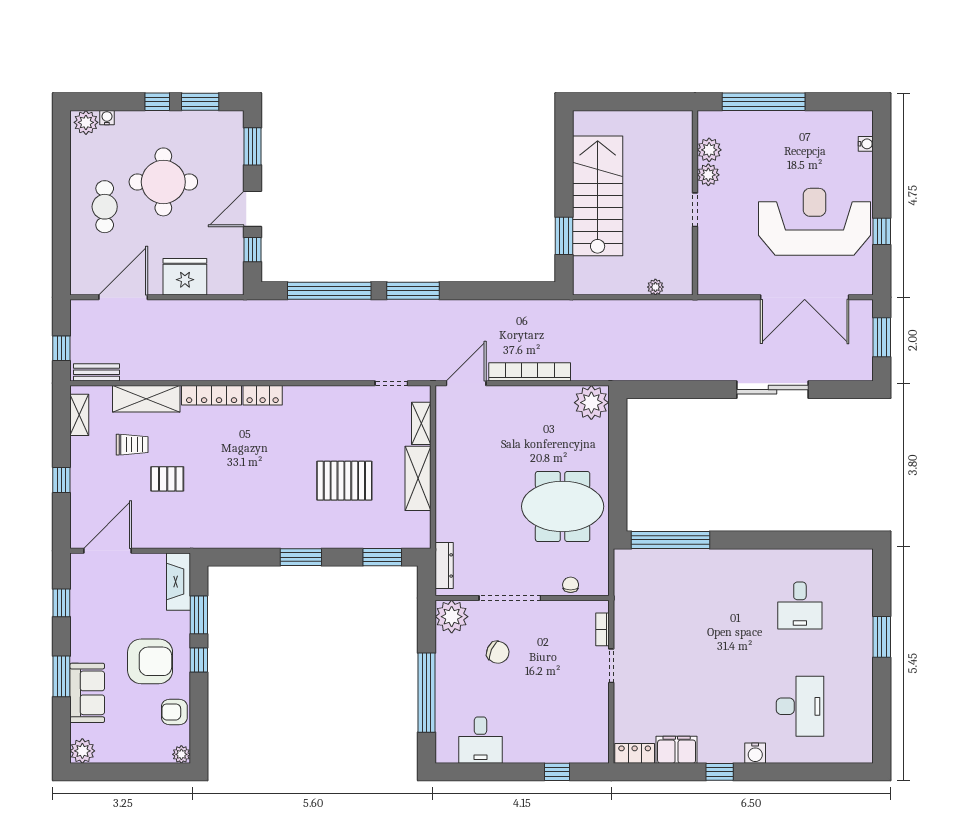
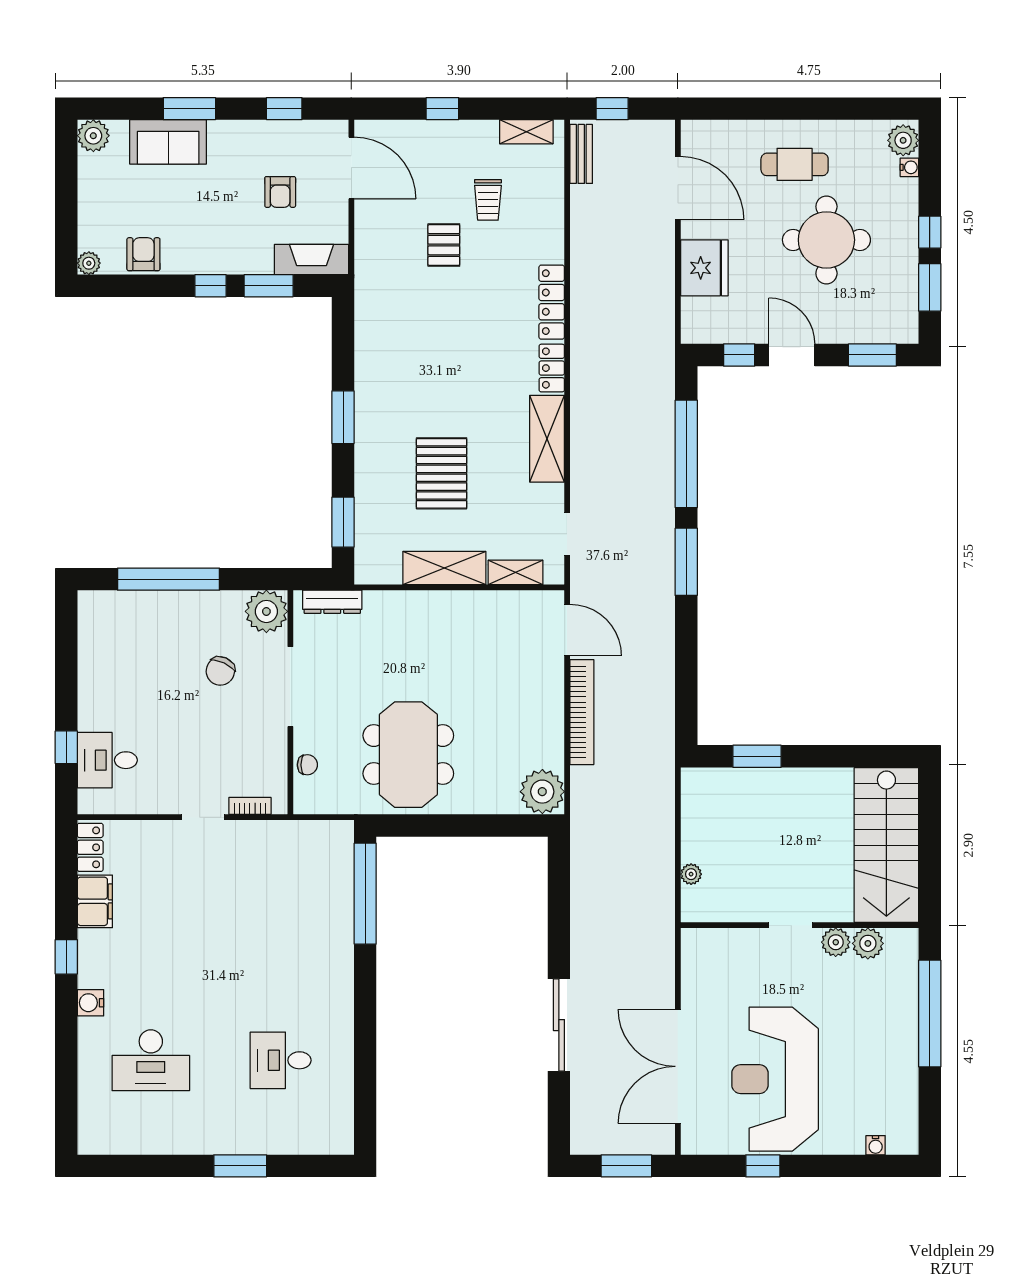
stairs: (598, 196) -> (886, 845), moved, turned 90
reception desk: (814, 222) -> (775, 1079), turned 180
shelving: (146, 399) -> (547, 439), moved
armchair: (150, 661) -> (280, 192), moved, width x0.53, depth x0.53
desk: (480, 740) -> (107, 760), moved

